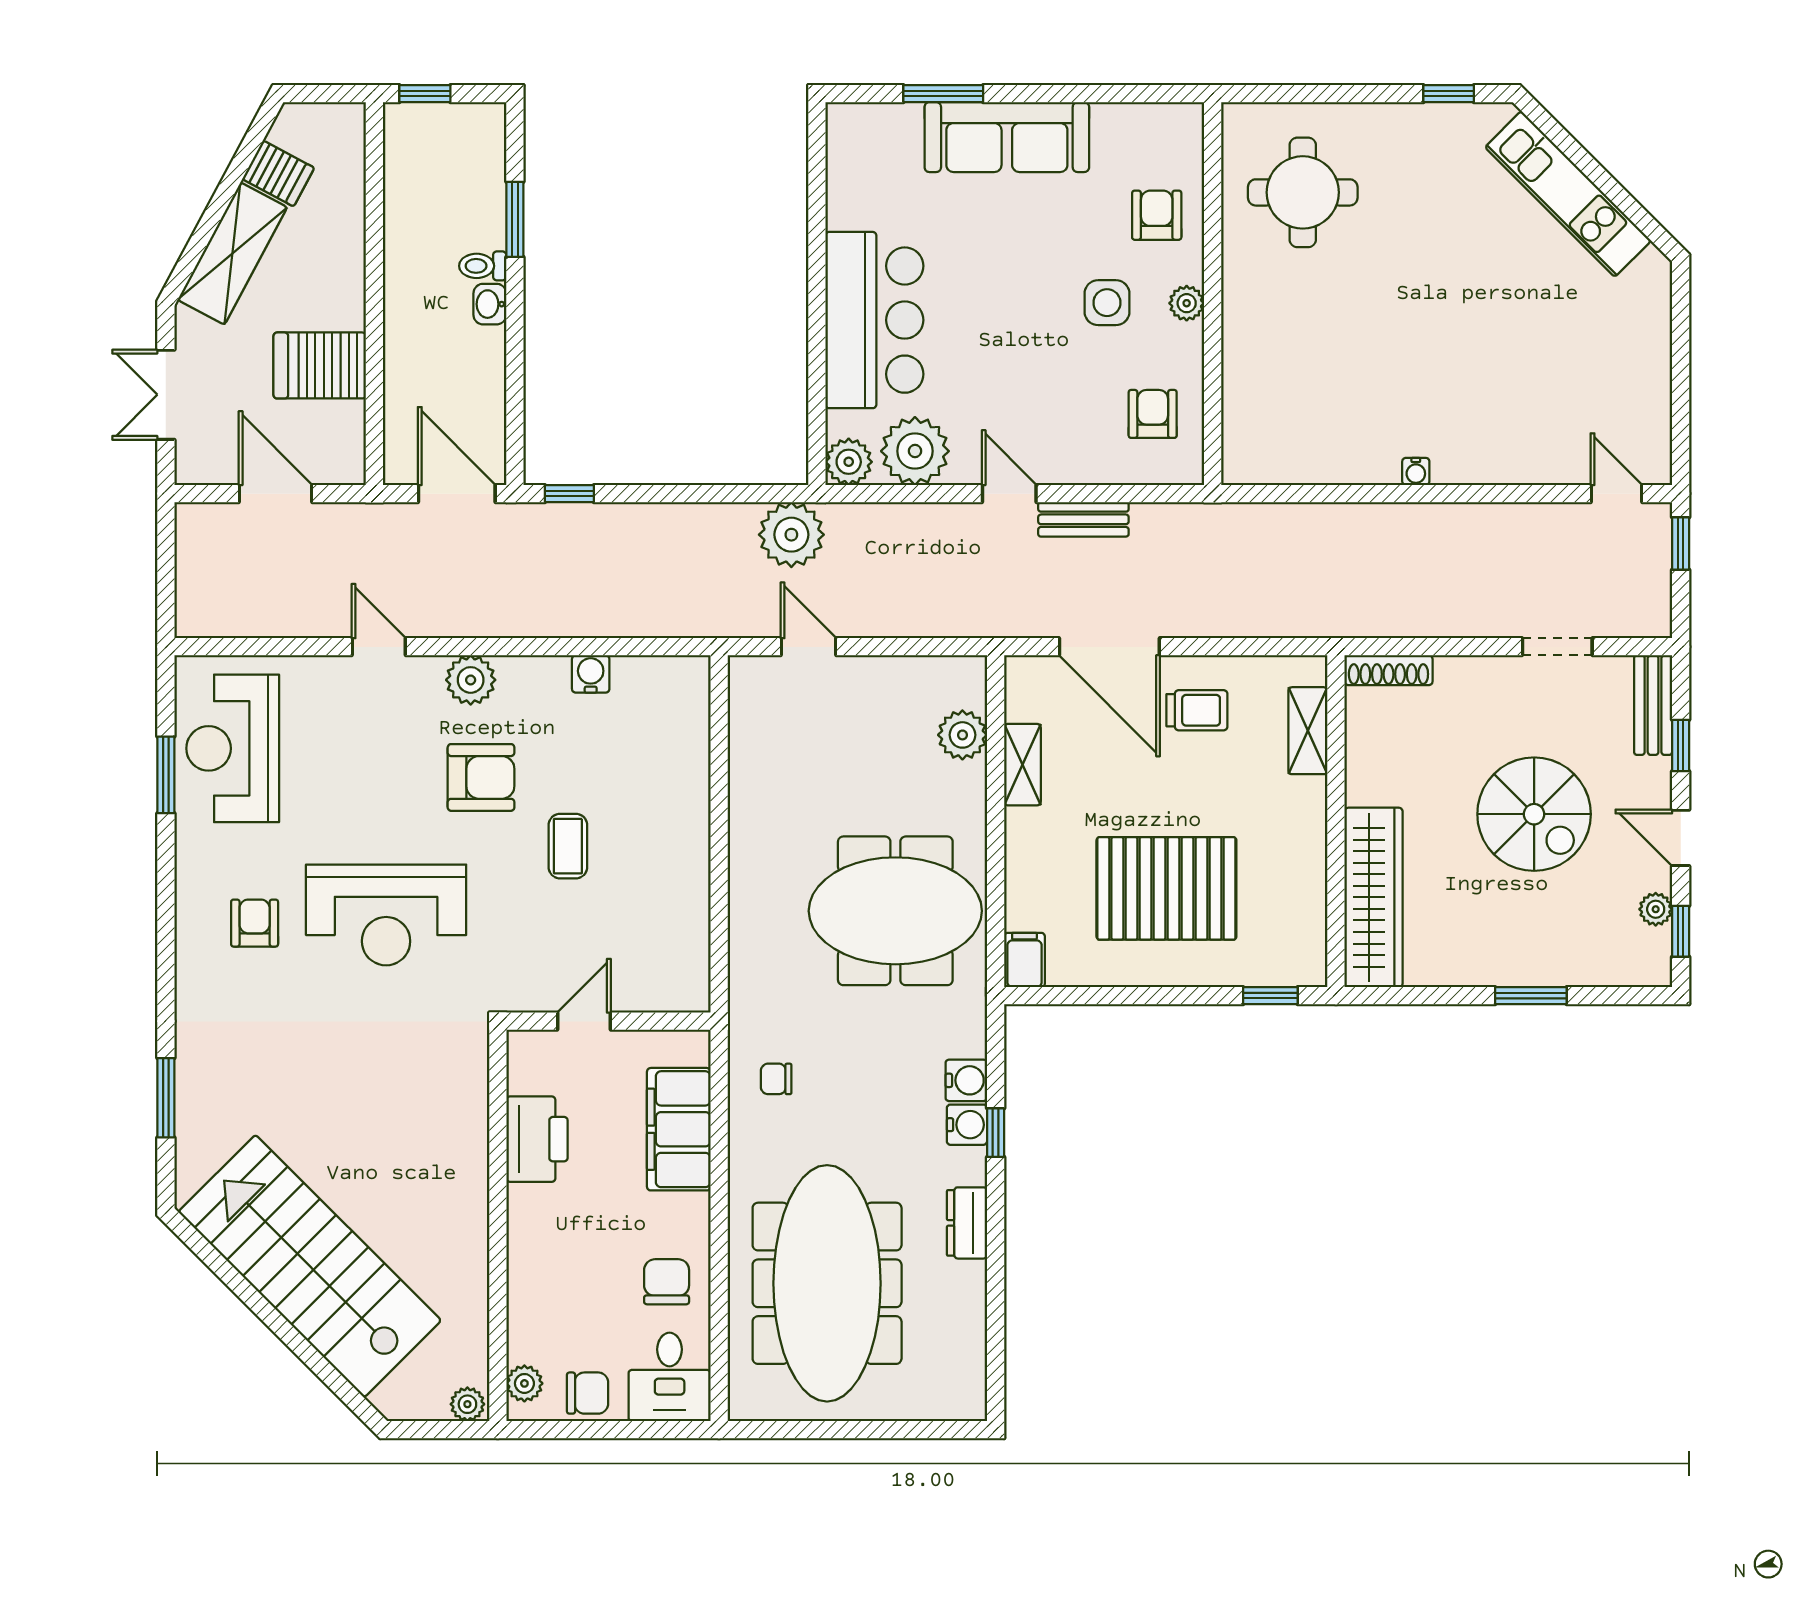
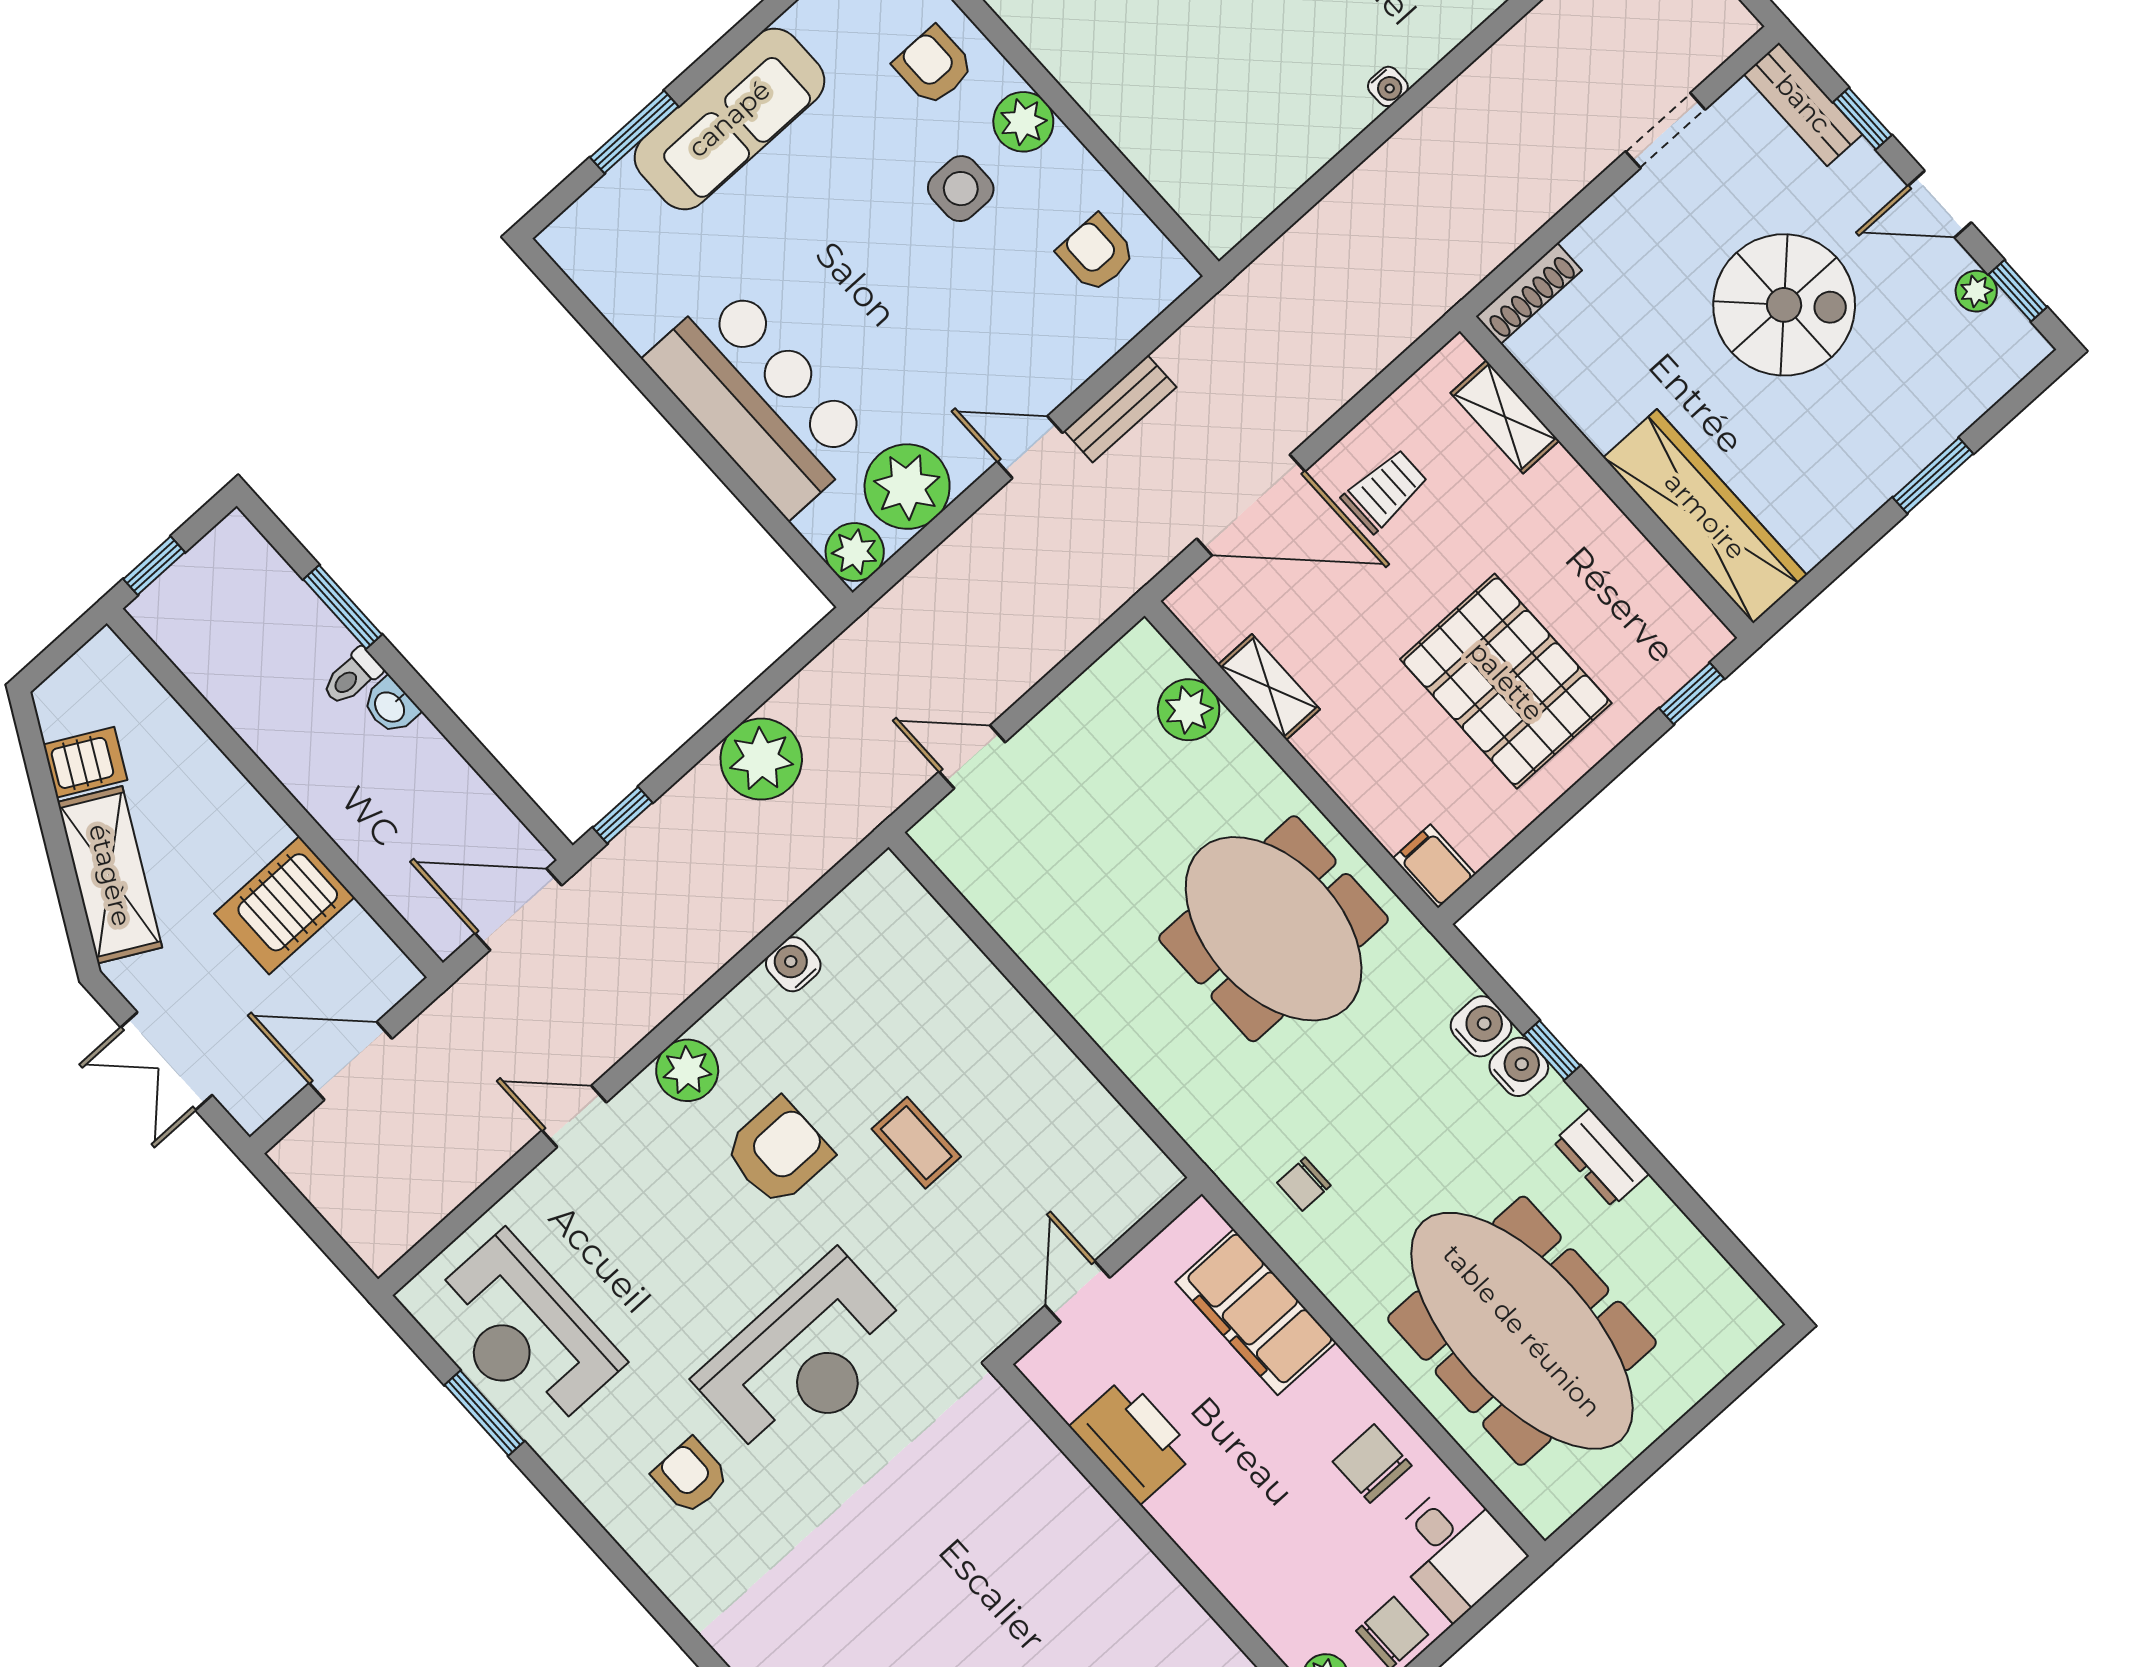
plant: (1187, 303) -> (1023, 122), width x1.38, depth x1.38
plant: (791, 535) -> (761, 759), moved
pallet: (1166, 888) -> (1506, 681), turned 90
meeting table: (895, 911) -> (1274, 929), turned 90

